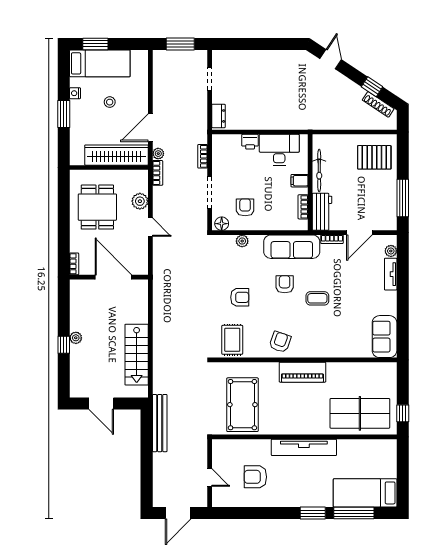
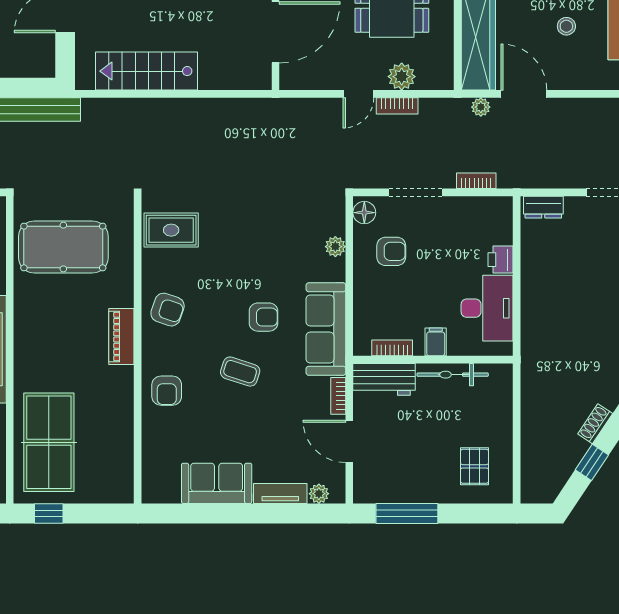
shoe rack: (378, 104) -> (595, 424), moved, width x0.70
pallet: (374, 157) -> (475, 466), width x0.67, depth x0.71
bookcase: (158, 173) -> (397, 106), moved
armchair: (240, 297) -> (167, 391), moved
coffee table: (317, 298) -> (240, 372), turned -72
sofa: (385, 337) -> (217, 483), moved
piano: (302, 372) -> (121, 336), width x0.73, depth x0.75

